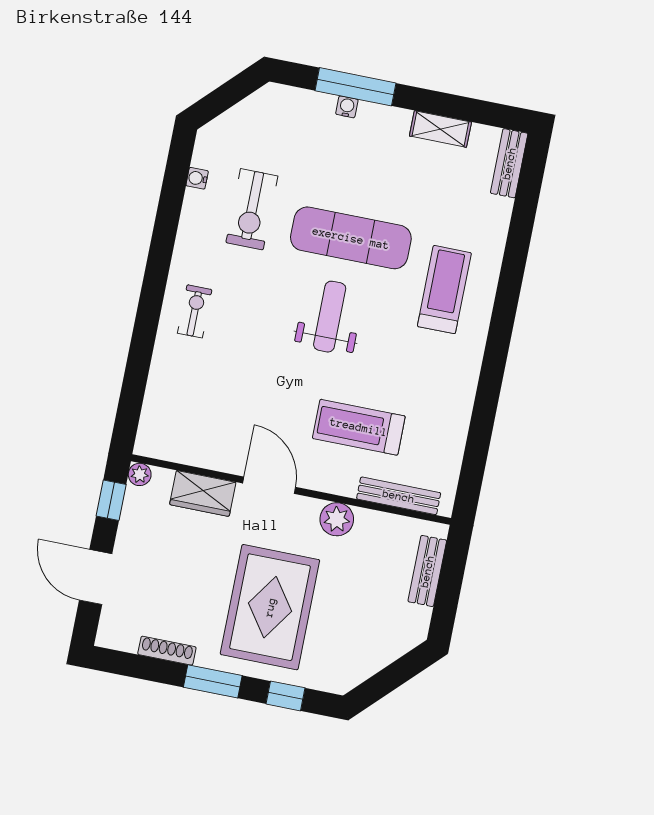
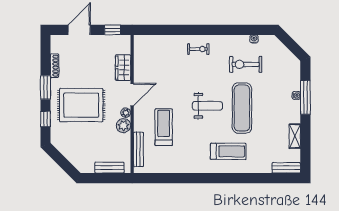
plant: (140, 474) -> (126, 113), moved

